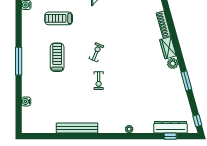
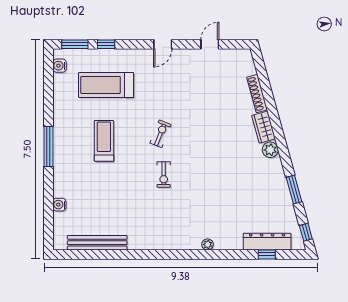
treadmill: (59, 18) -> (106, 85), width x1.37, depth x1.38
window: (186, 81) -> (294, 190), moved
bench: (77, 128) -> (97, 243), moved

